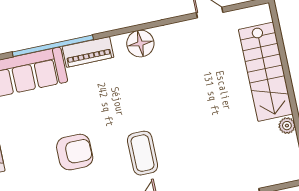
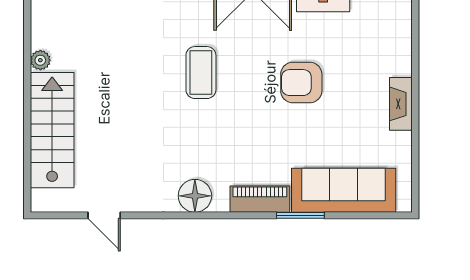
window: (53, 46) -> (300, 215), width x0.47
coffee table: (143, 153) -> (201, 73), moved

